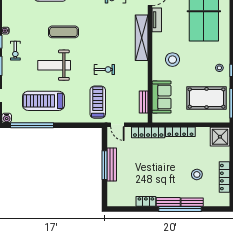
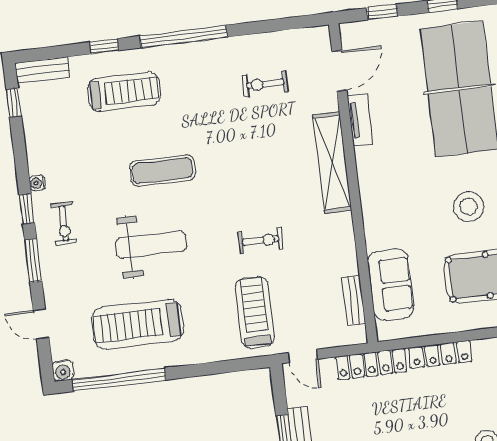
stool: (172, 60) -> (469, 207), moved
weight bench: (54, 65) -> (151, 244), turned 180

